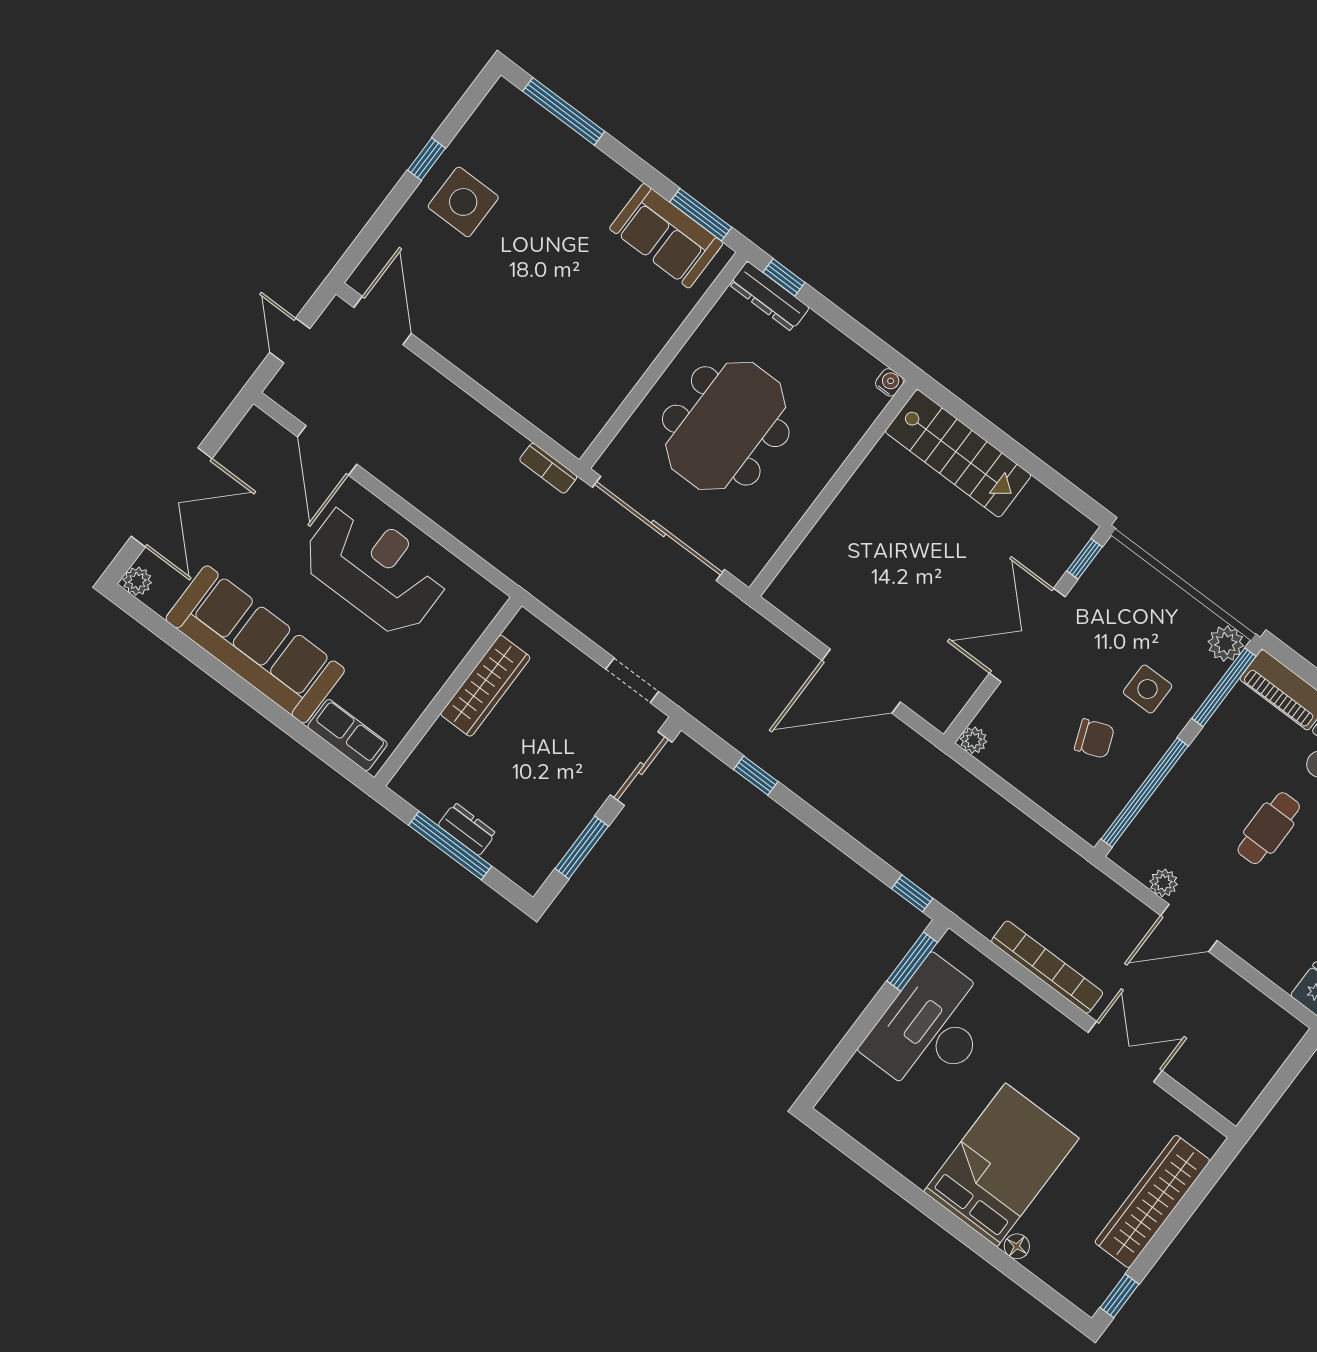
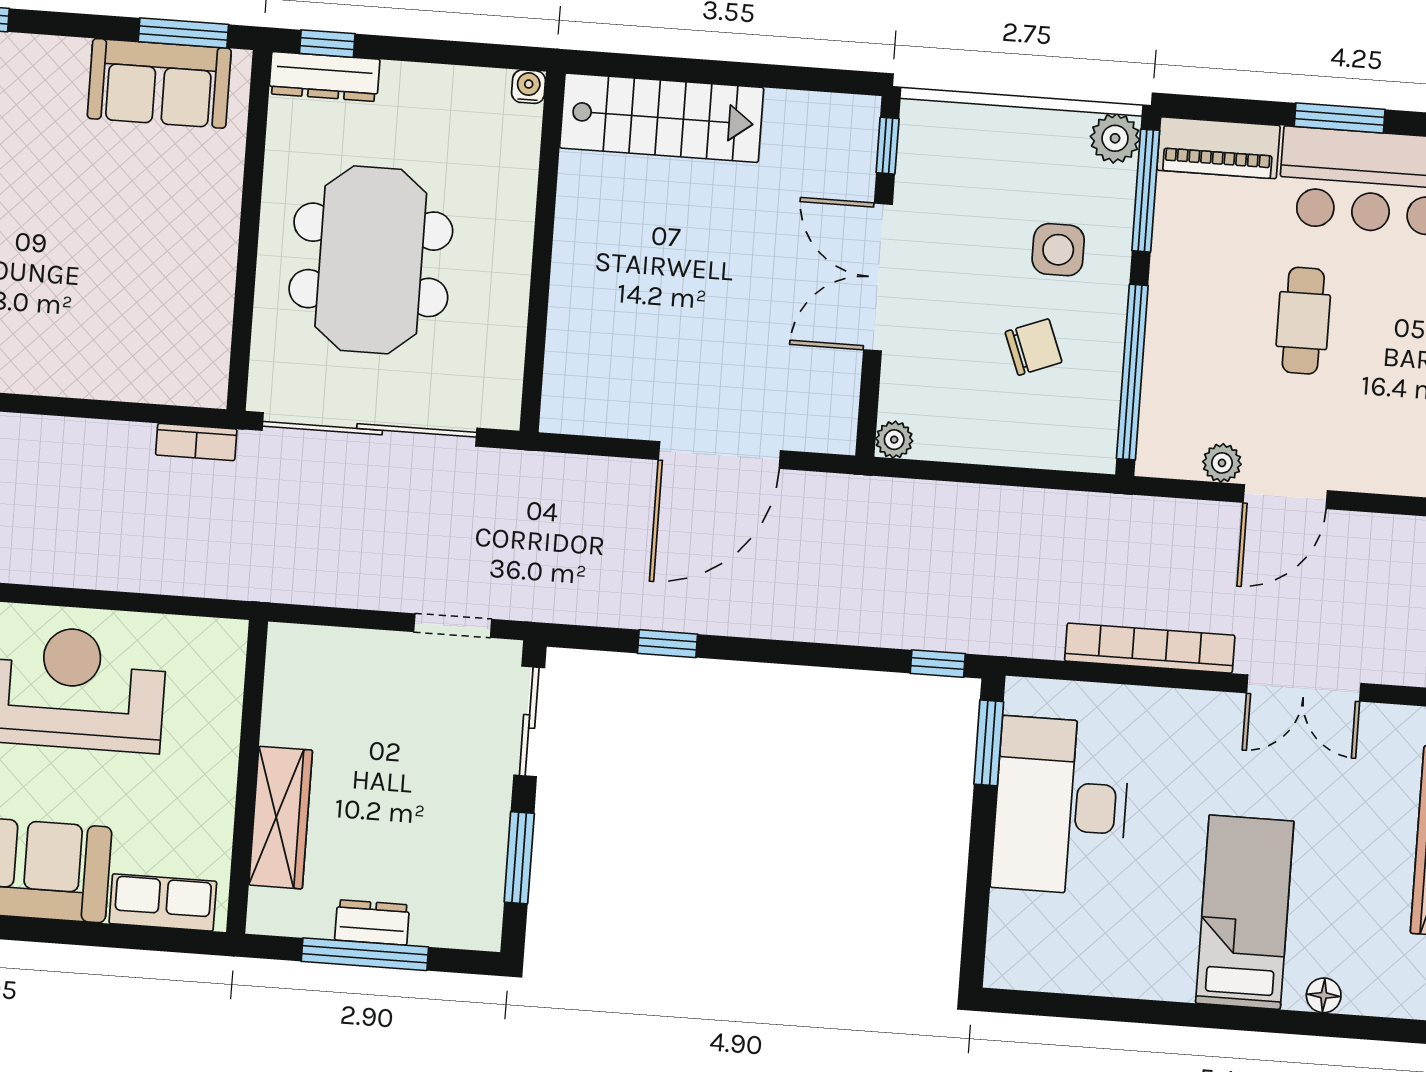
wardrobe: (485, 686) -> (281, 818), moved
double door: (1125, 1052) -> (1304, 688), swing flipped
bed: (1001, 1165) -> (1245, 912), width x0.67

